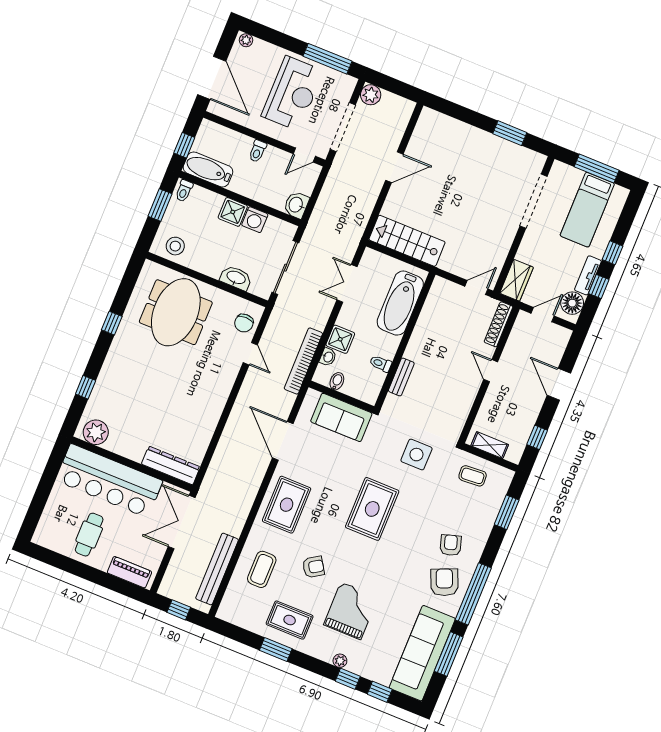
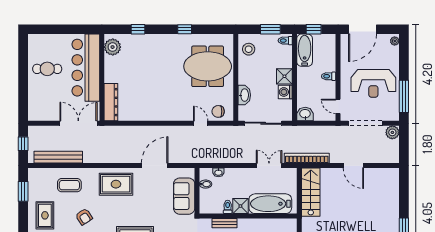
shower: (340, 339) -> (240, 206), moved
door: (250, 354) -> (201, 123), swing flipped
bookcase: (303, 361) -> (307, 158), moved
piano: (129, 572) -> (34, 104), removed
window: (276, 649) -> (23, 191), moved

